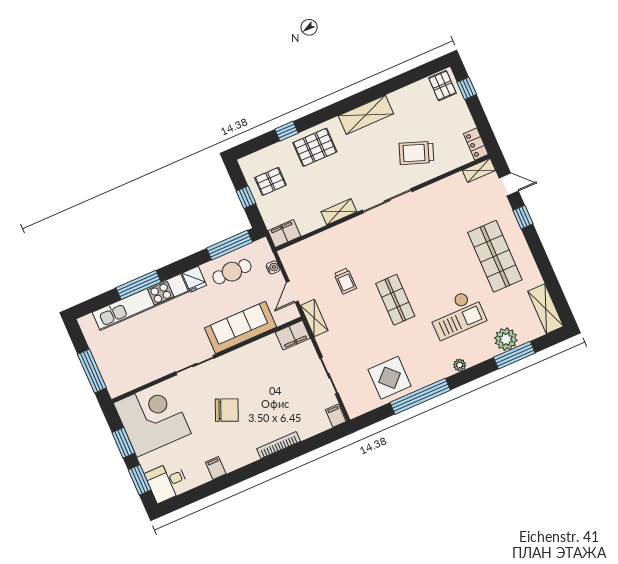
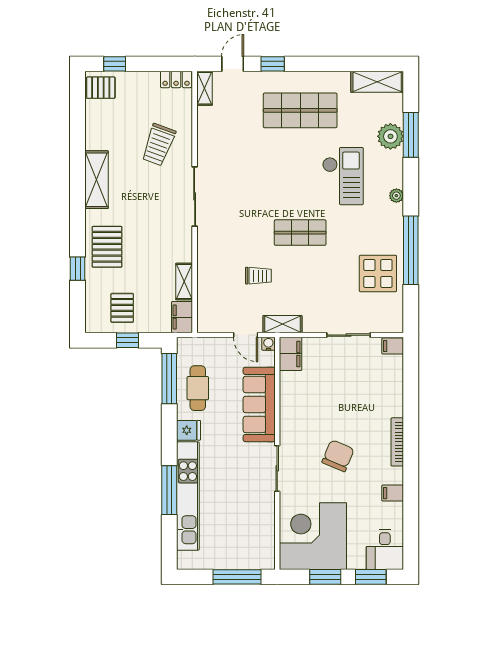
shelving: (339, 212) -> (184, 282), moved
water cooler: (273, 267) -> (268, 344), moved
bookcase: (279, 445) -> (397, 442), moved

